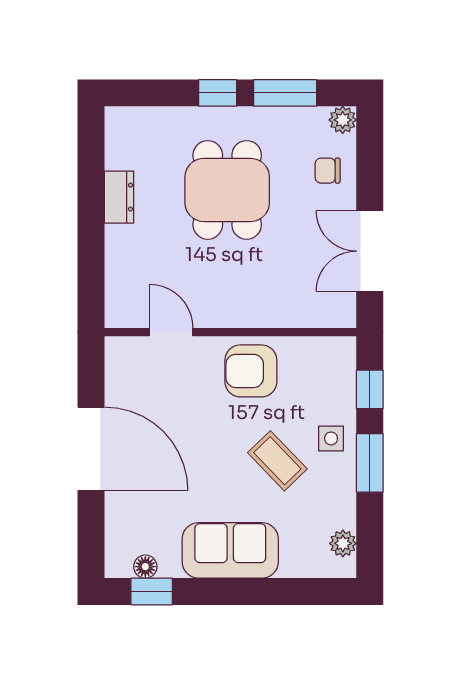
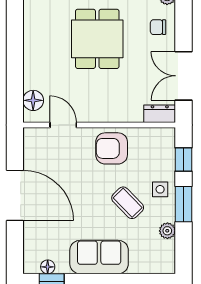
dresser: (119, 197) -> (160, 114), moved, turned -90
floor lamp: (121, 292) -> (33, 100), added
plant: (343, 543) -> (167, 231), moved

